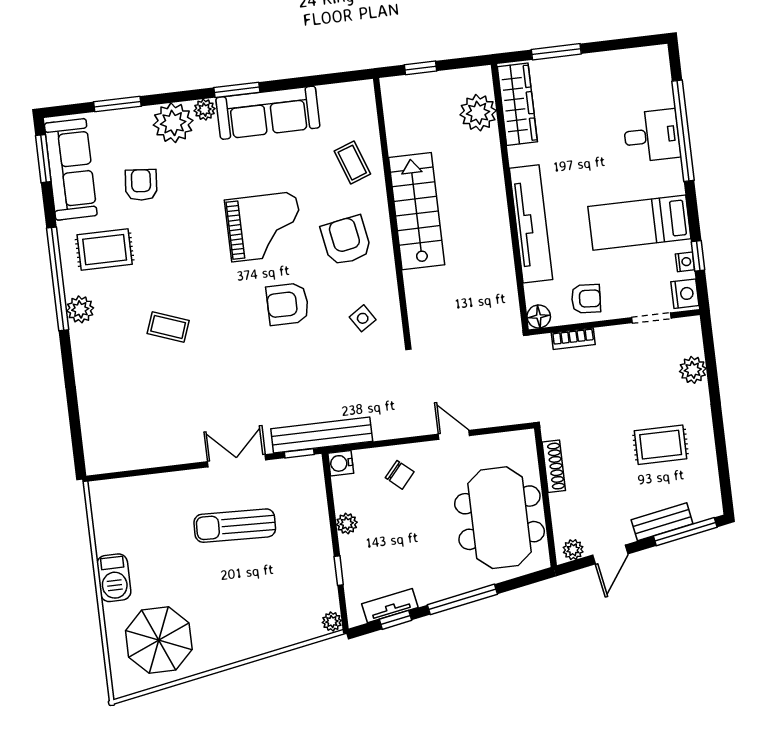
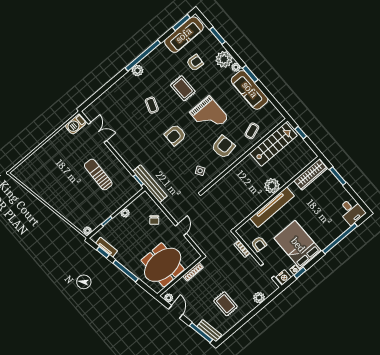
plant: (478, 113) -> (272, 186), moved
desk: (652, 136) -> (351, 211), moved
stairs: (417, 211) -> (274, 144), moved
bed: (639, 223) -> (298, 245), width x1.50
rug: (105, 250) -> (183, 88), moved
armchair: (288, 304) -> (175, 135), moved, turned -90
floor lamp: (539, 316) -> (242, 232), removed
double door: (237, 461) -> (97, 132), moved
water cooler: (341, 463) -> (145, 197), removed
bench: (662, 522) -> (209, 331), moved
door: (610, 554) -> (176, 312), swing flipped
barbecue: (114, 578) -> (76, 124), moved
parasol: (159, 640) -> (41, 175), removed

